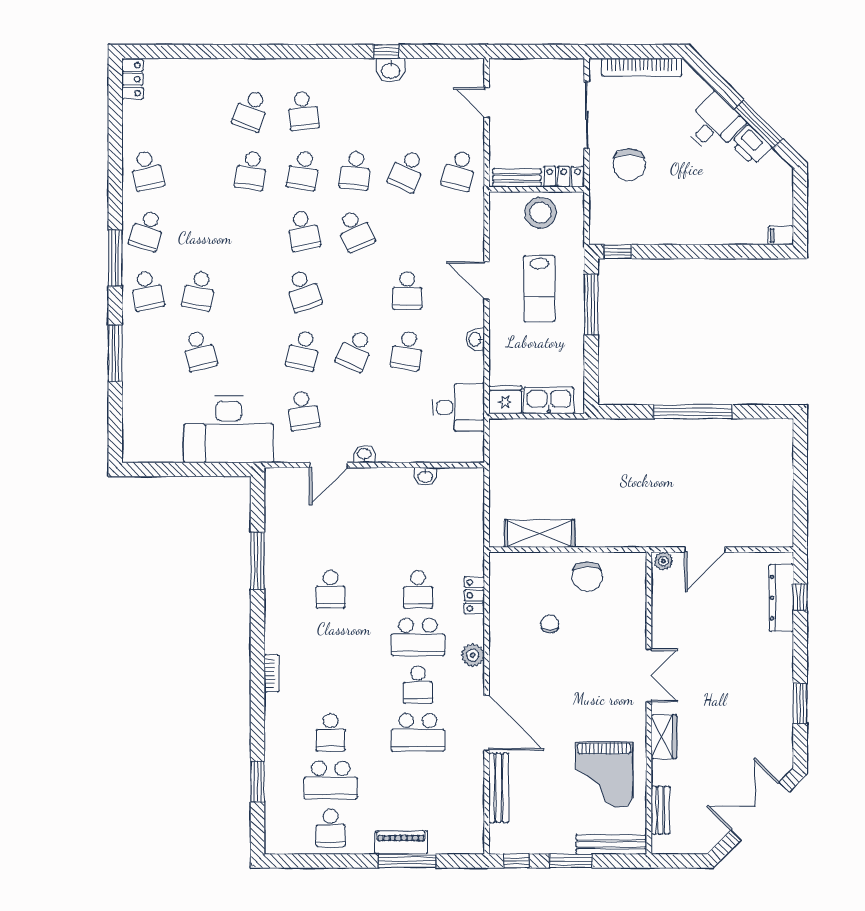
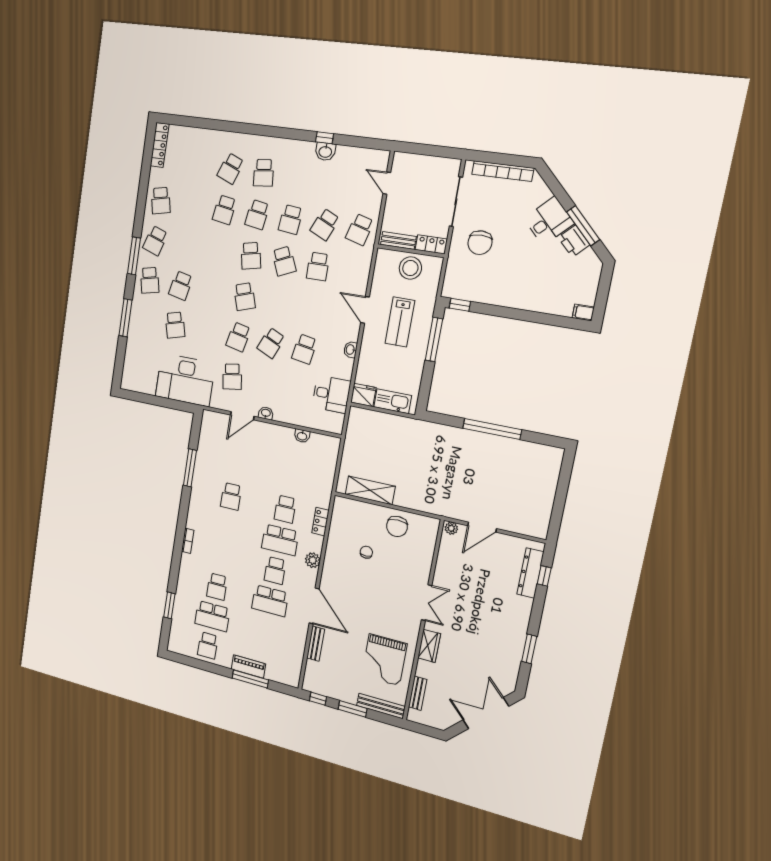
locker: (133, 79) -> (160, 145), width x1.53
school desk: (407, 291) -> (318, 266), moved
bench: (499, 788) -> (316, 644), width x0.73

